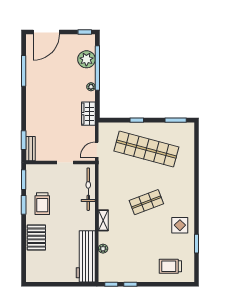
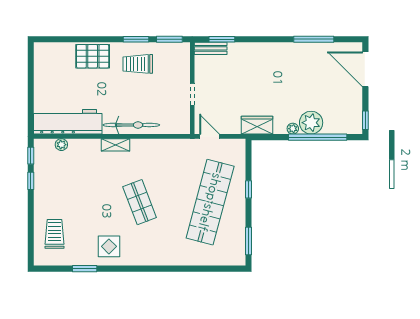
plant: (86, 59) -> (311, 123), moved
bicycle: (88, 189) -> (131, 125), moved
plant: (103, 249) -> (61, 145), moved

